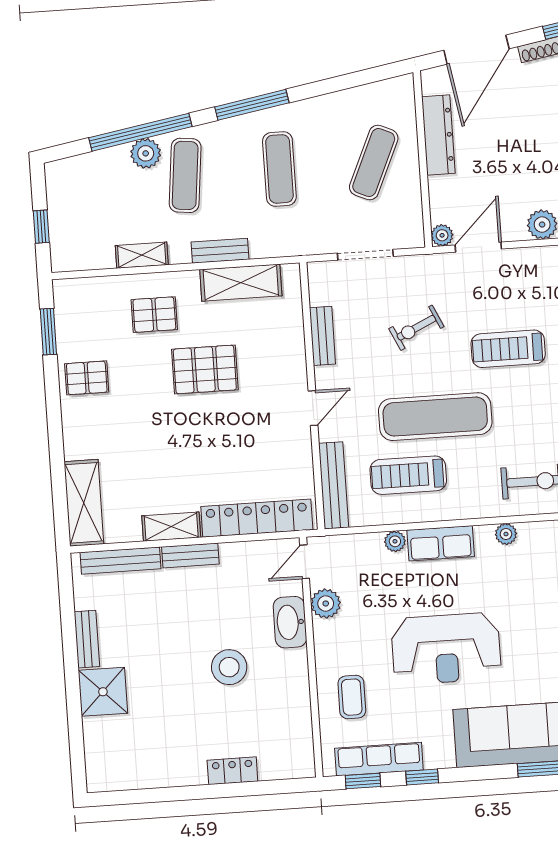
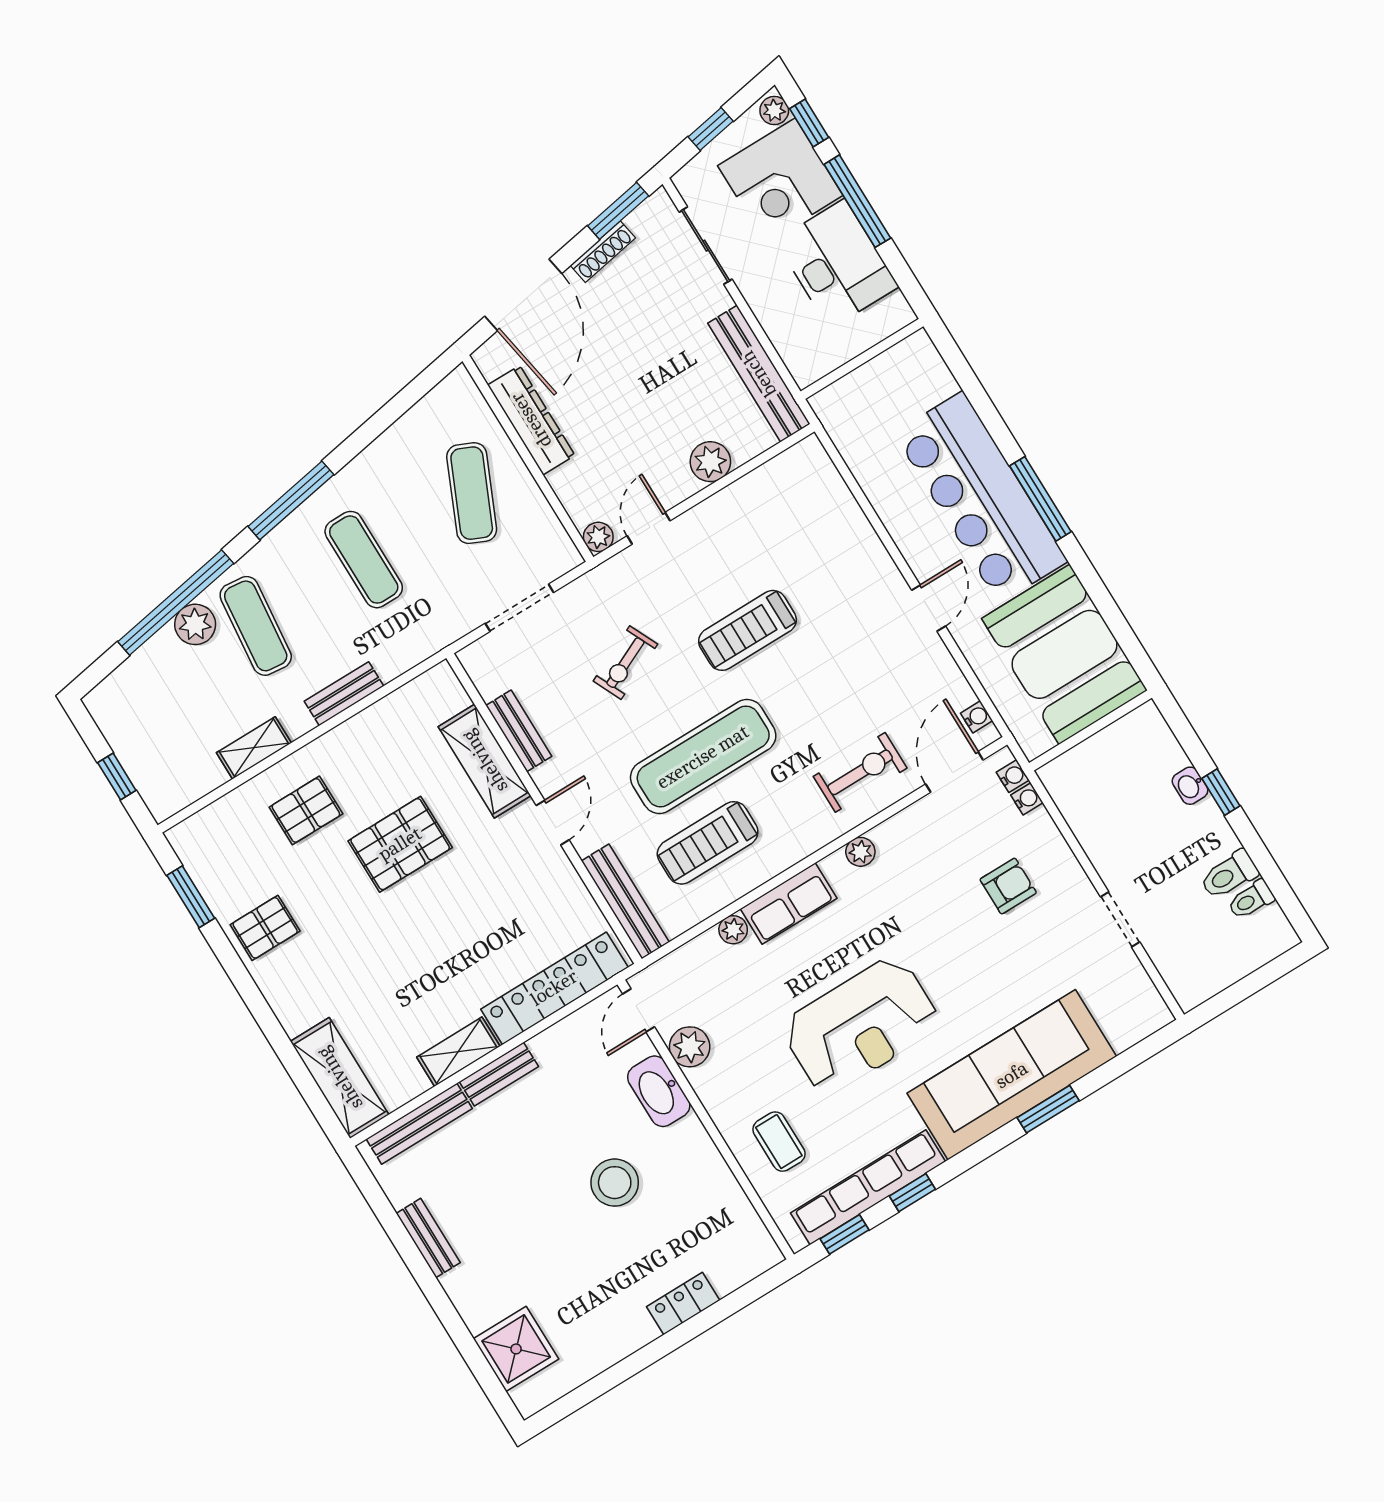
door: (478, 247) -> (649, 528), width x0.73
shelving: (241, 283) -> (485, 761), moved, turned 90
shower: (103, 692) -> (516, 1349), moved
row of seats: (379, 759) -> (868, 1187), width x1.36

